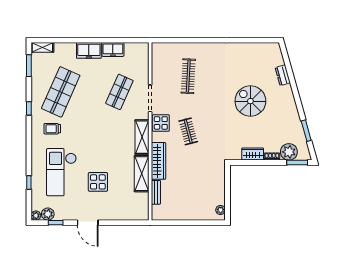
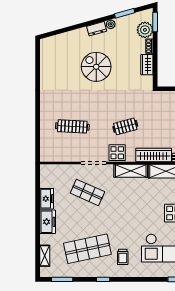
shelving: (42, 47) -> (45, 256), moved
dresser: (283, 75) -> (97, 29), moved
shop shelf: (61, 92) -> (87, 249), turned -36
spiral stairs: (250, 101) -> (96, 67), turned 90
plant: (295, 116) -> (111, 24), added

